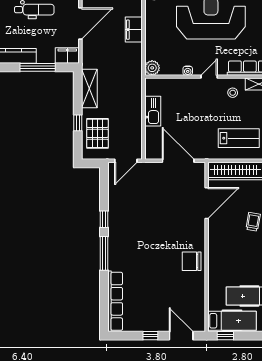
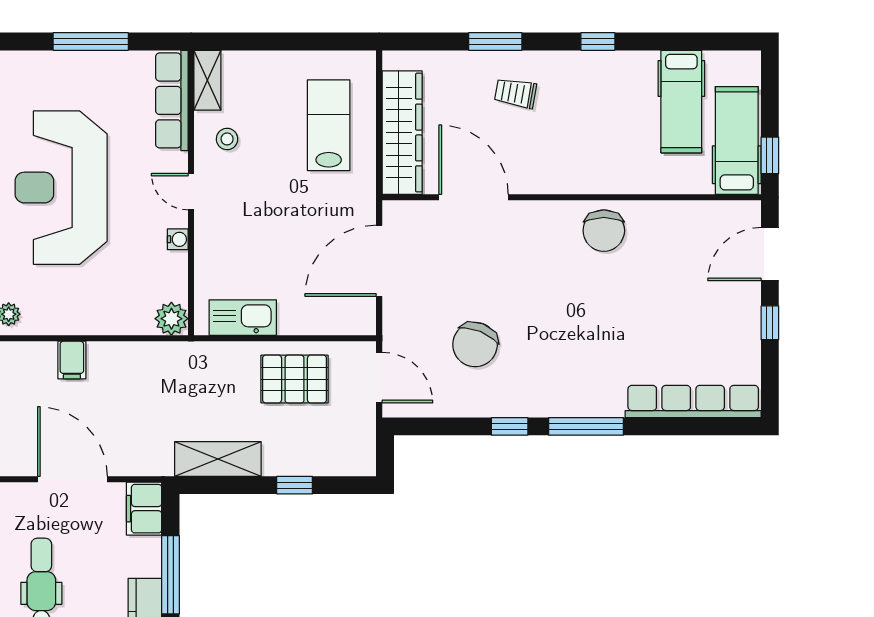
filing cabinet: (134, 30) -> (72, 360), width x0.50
kitchen sink: (153, 111) -> (243, 318), moved
pallet: (97, 133) -> (295, 379), moved
chair: (141, 204) -> (475, 344), added

